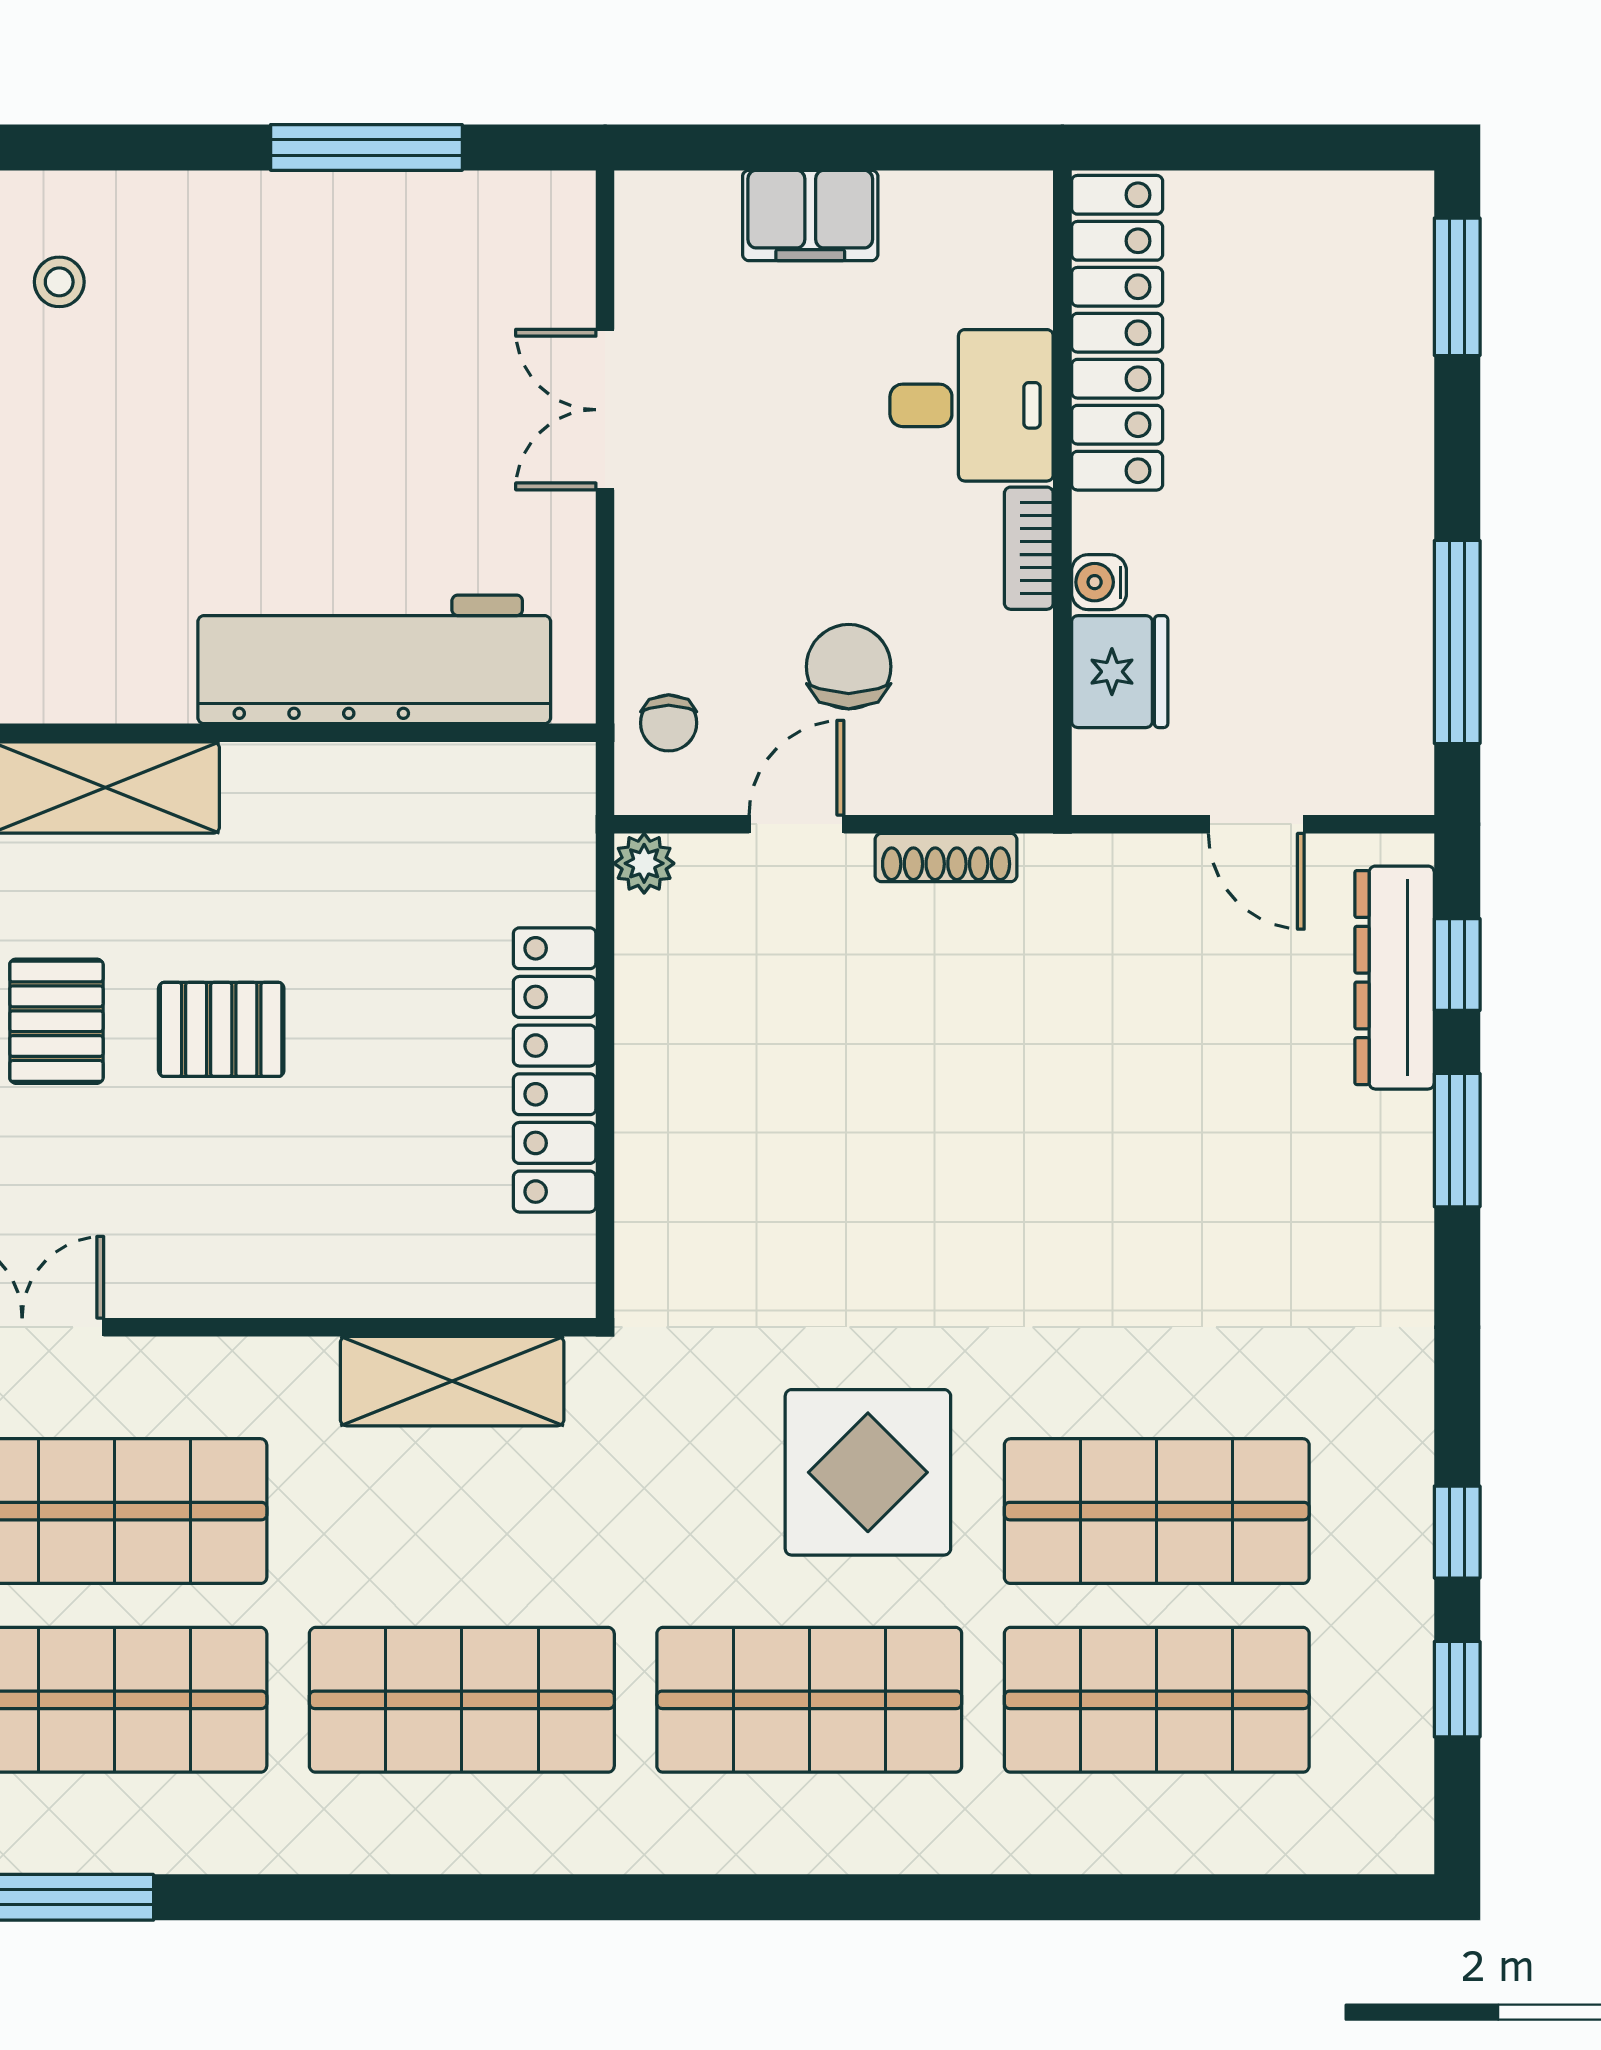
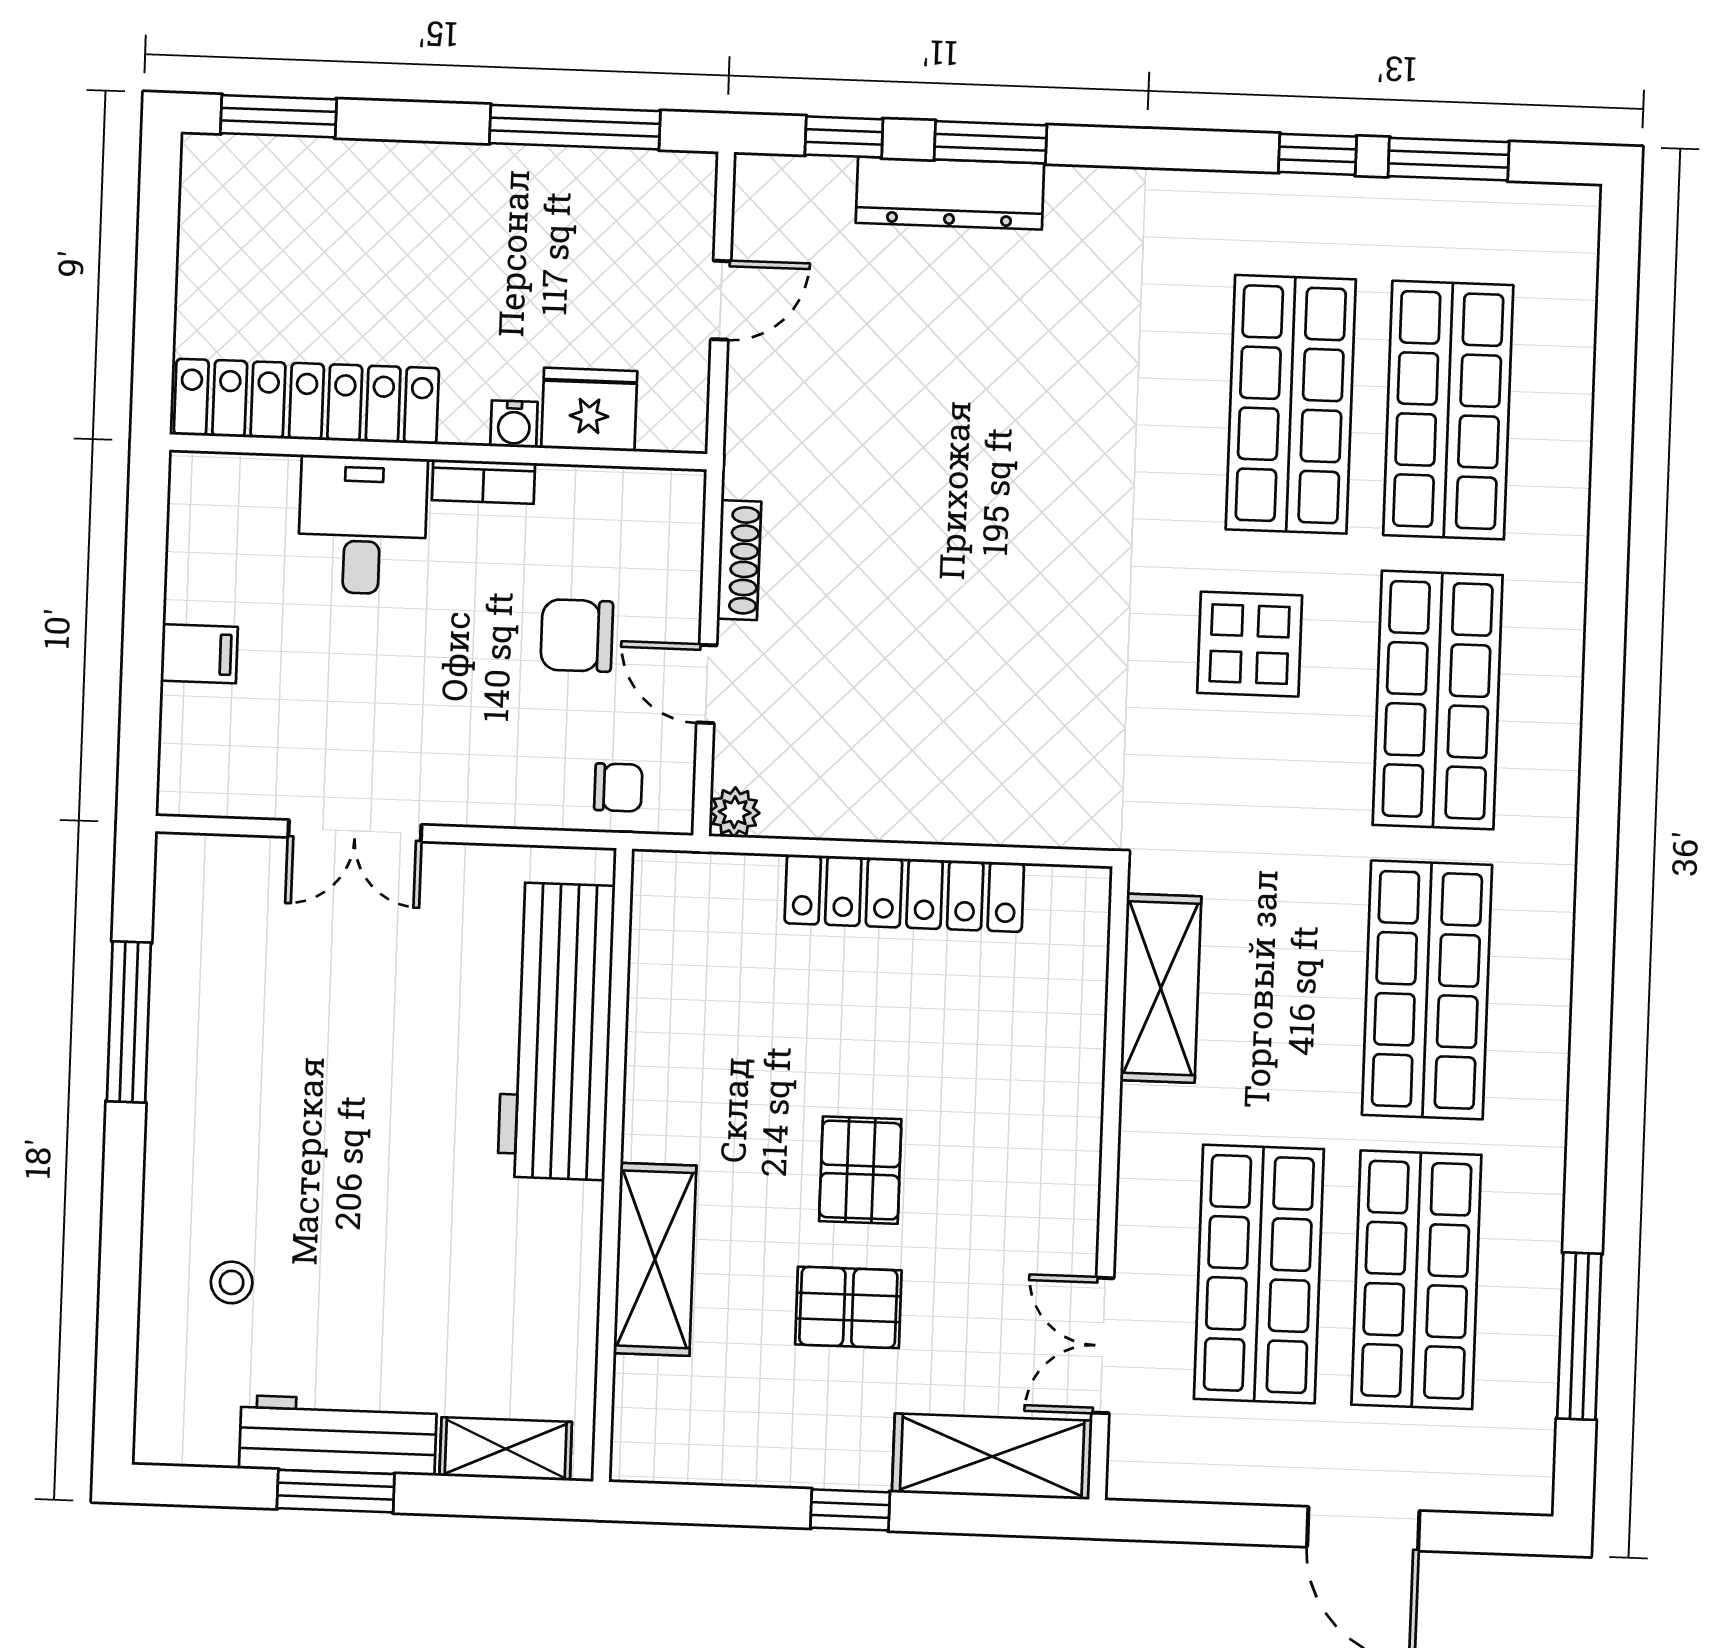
filing cabinet: (810, 215) -> (199, 654), width x0.50
dresser: (1395, 978) -> (950, 193), moved
display table: (868, 1472) -> (1250, 644), width x0.73, depth x0.73
window: (1457, 1689) -> (1449, 159), width x1.50

